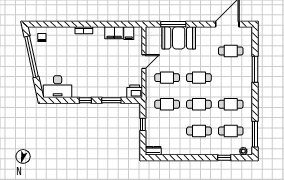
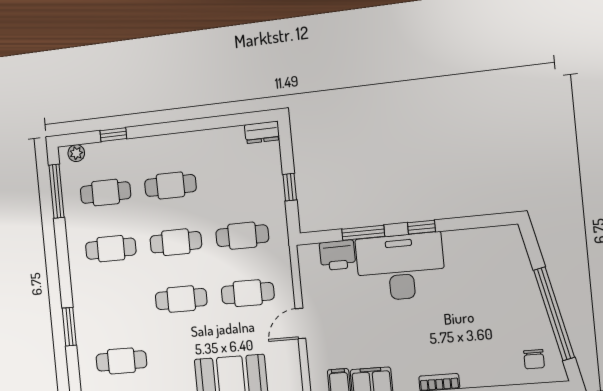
window: (255, 69) -> (69, 327), width x0.69
desk: (58, 87) -> (401, 267), moved, width x1.36, depth x1.30
printer: (135, 91) -> (337, 255), moved

